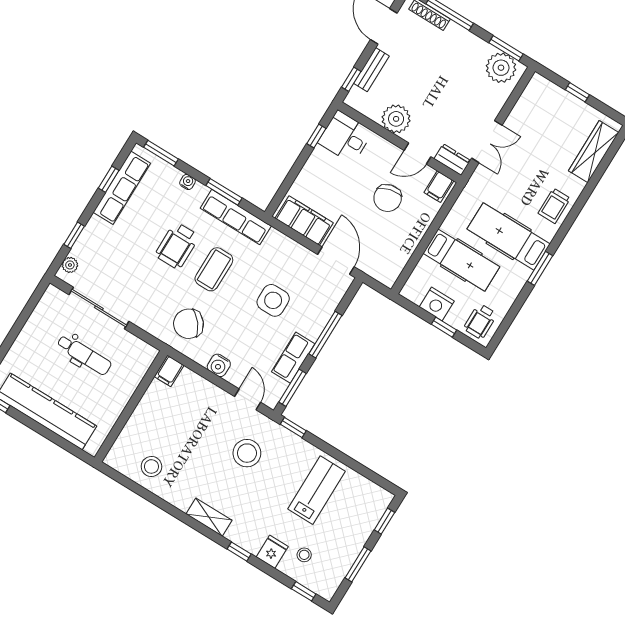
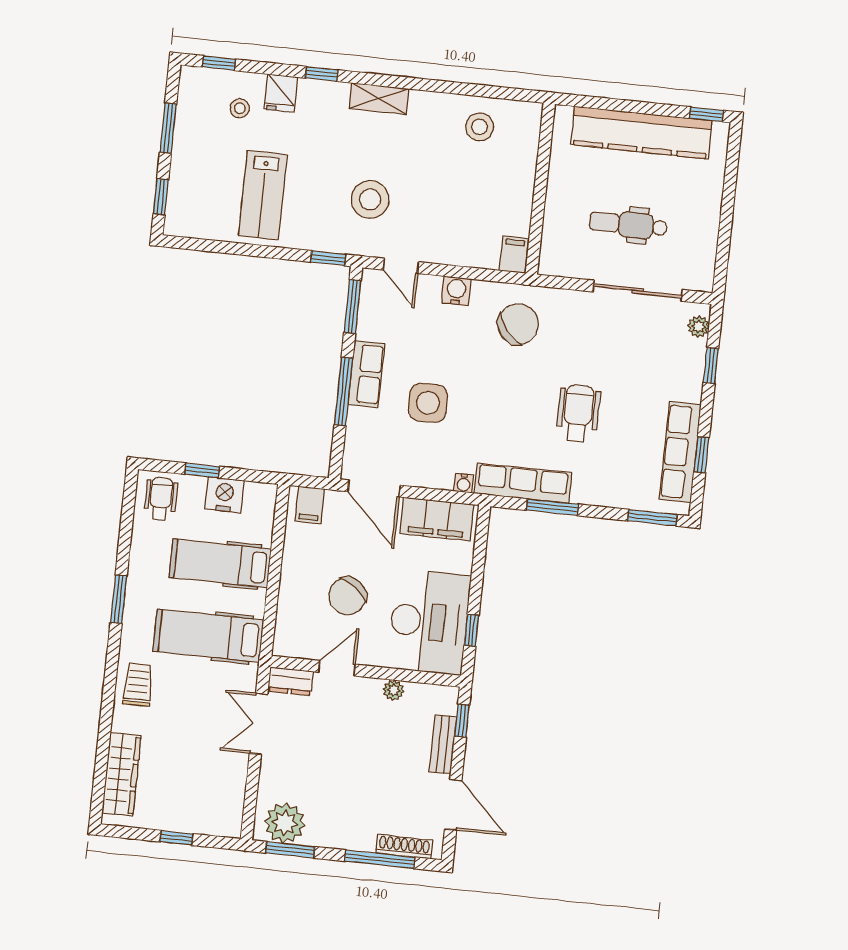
plant: (396, 119) -> (394, 690), width x0.53, depth x0.53
desk: (345, 137) -> (429, 622), width x1.87, depth x1.30
water cooler: (187, 182) -> (464, 483), moved
filing cabinet: (439, 187) -> (310, 505), moved, turned 180
chair: (388, 198) -> (347, 596), turned -129
hospital bed: (509, 236) -> (208, 636), moved, turned 180
coffee table: (214, 269) -> (519, 406), removed
row of seats: (293, 358) -> (366, 374), moved

